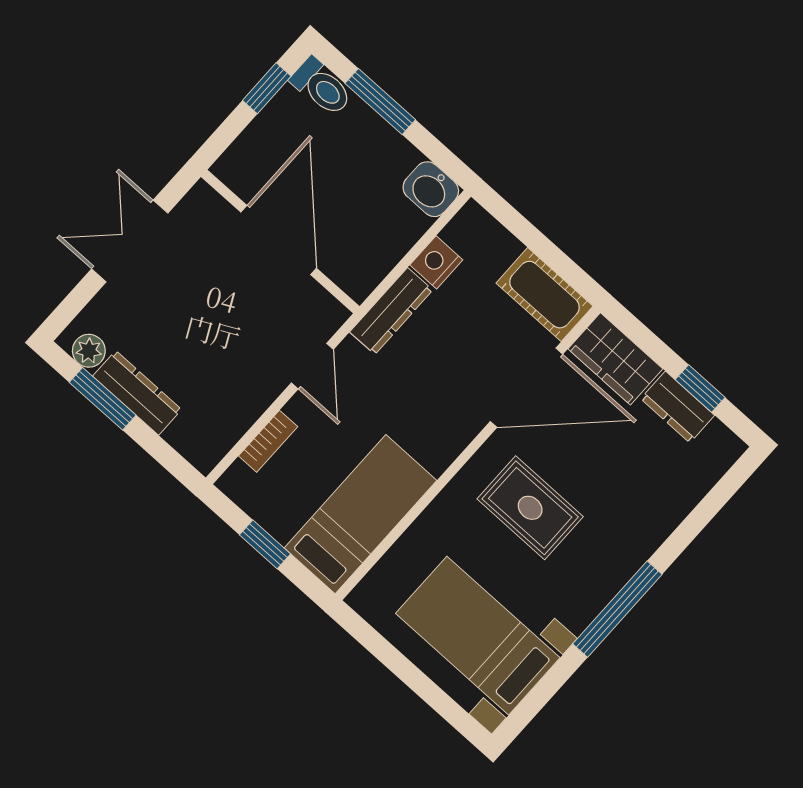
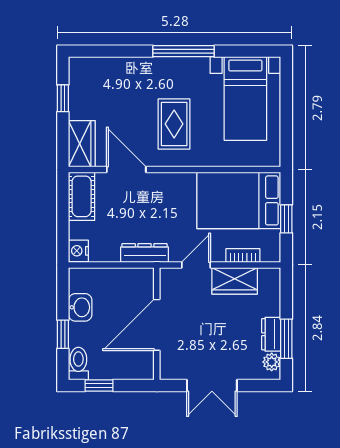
window: (380, 102) -> (63, 334), width x0.67
washbasin: (431, 189) -> (80, 307), moved
nightstand: (436, 262) -> (78, 251), moved, turned 90
door: (526, 388) -> (126, 169), width x0.73
dresser: (137, 393) -> (271, 334), width x0.70
wardrobe: (244, 399) -> (235, 281), added
dresser: (678, 407) -> (79, 101), removed
bed: (360, 514) -> (239, 200), width x1.50

